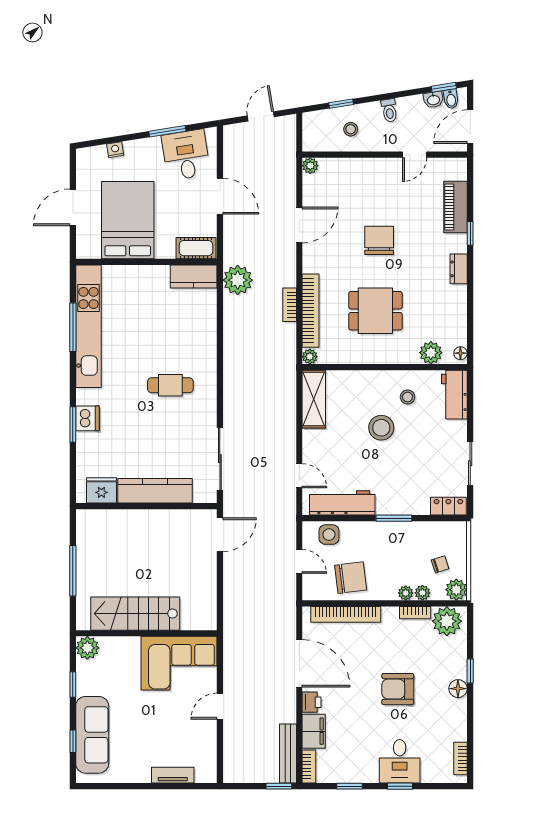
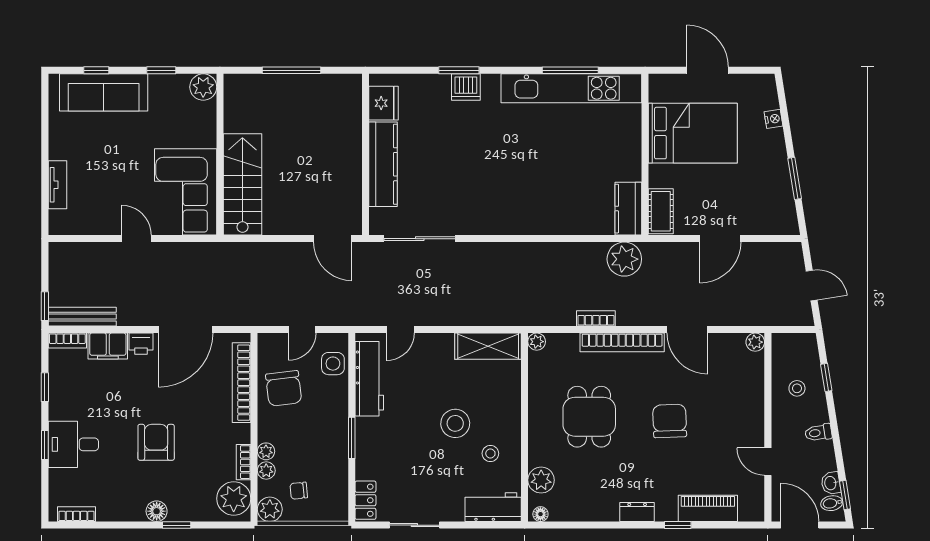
desk: (186, 155) -> (768, 200), removed
chair: (379, 240) -> (670, 421), turned -92
bookcase: (311, 311) -> (622, 342), moved
cafe table: (170, 385) -> (504, 182), removed
chair: (440, 564) -> (299, 491), turned 102
stairs: (135, 614) -> (242, 184), moved

